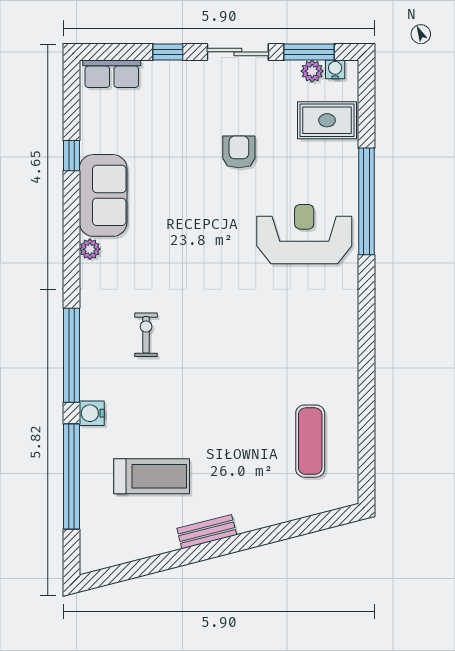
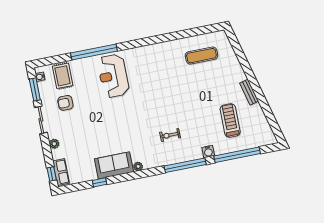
window: (168, 52) -> (52, 174), moved
plant: (312, 71) -> (54, 144), moved
armchair: (239, 152) -> (65, 103), moved

